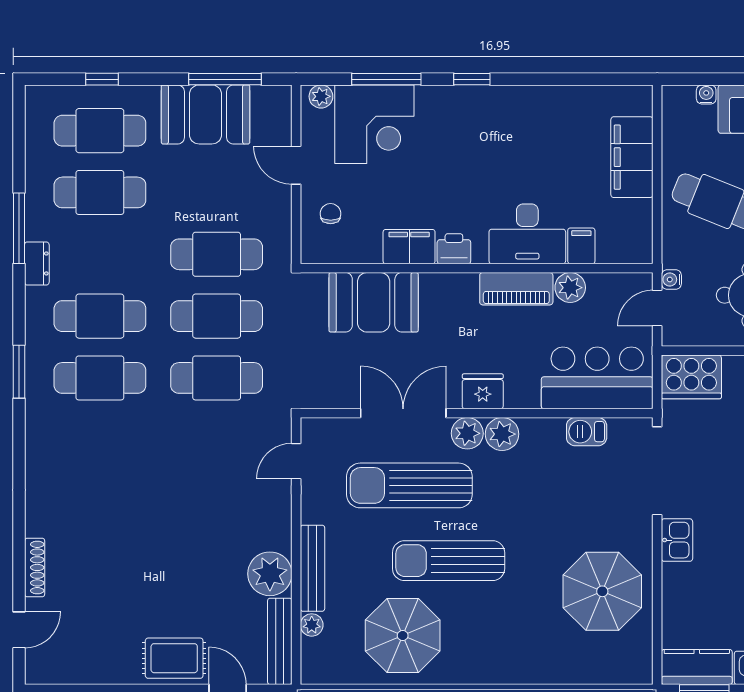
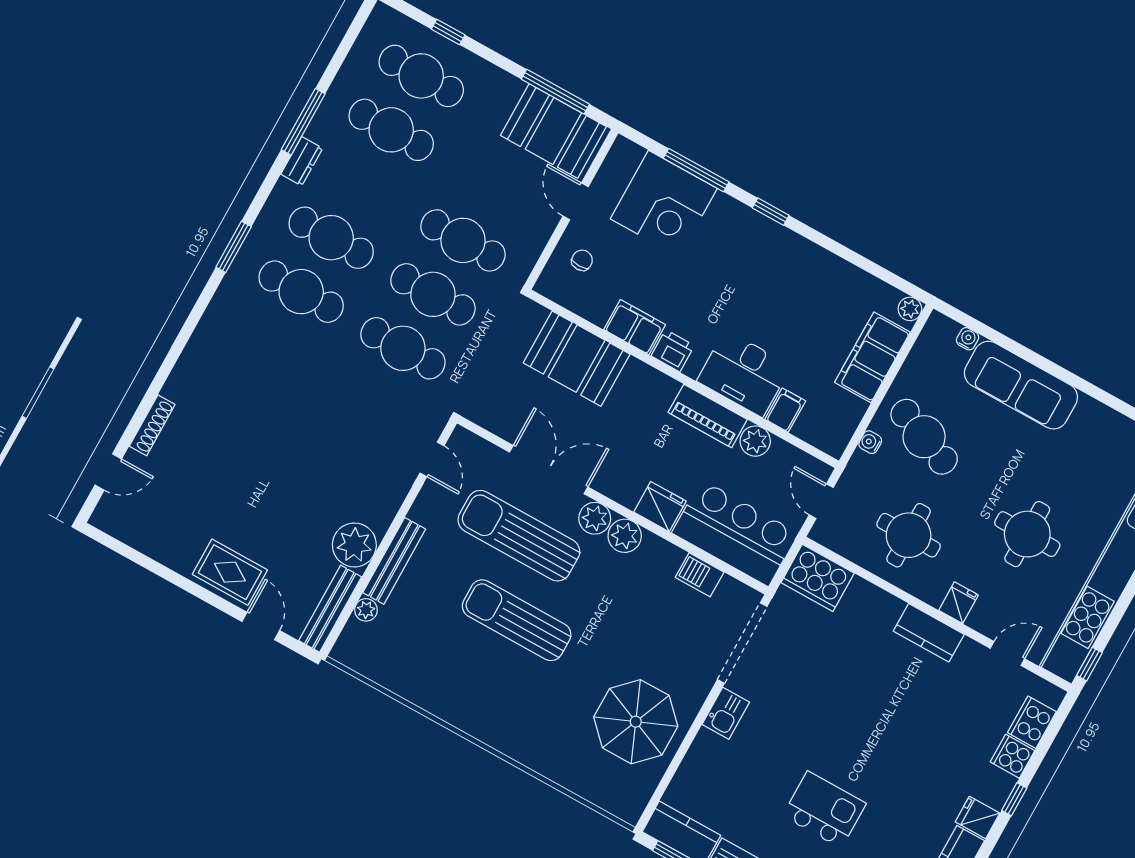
plant: (321, 96) -> (910, 309), moved
booth: (206, 114) -> (553, 131), moved
water cooler: (671, 280) -> (870, 442), moved
door: (657, 308) -> (821, 501), hinge flipped
fridge: (483, 391) -> (660, 507), moved
door: (296, 461) -> (432, 459), swing flipped
parasol: (403, 636) -> (440, 663), removed

